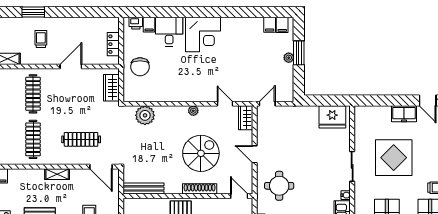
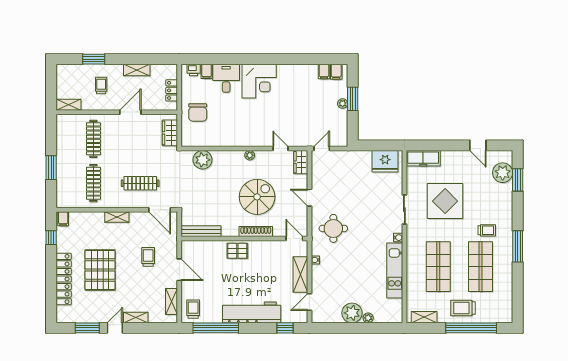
shelving: (77, 23) -> (137, 70), added
freezer: (404, 114) -> (423, 158), moved, width x1.40

